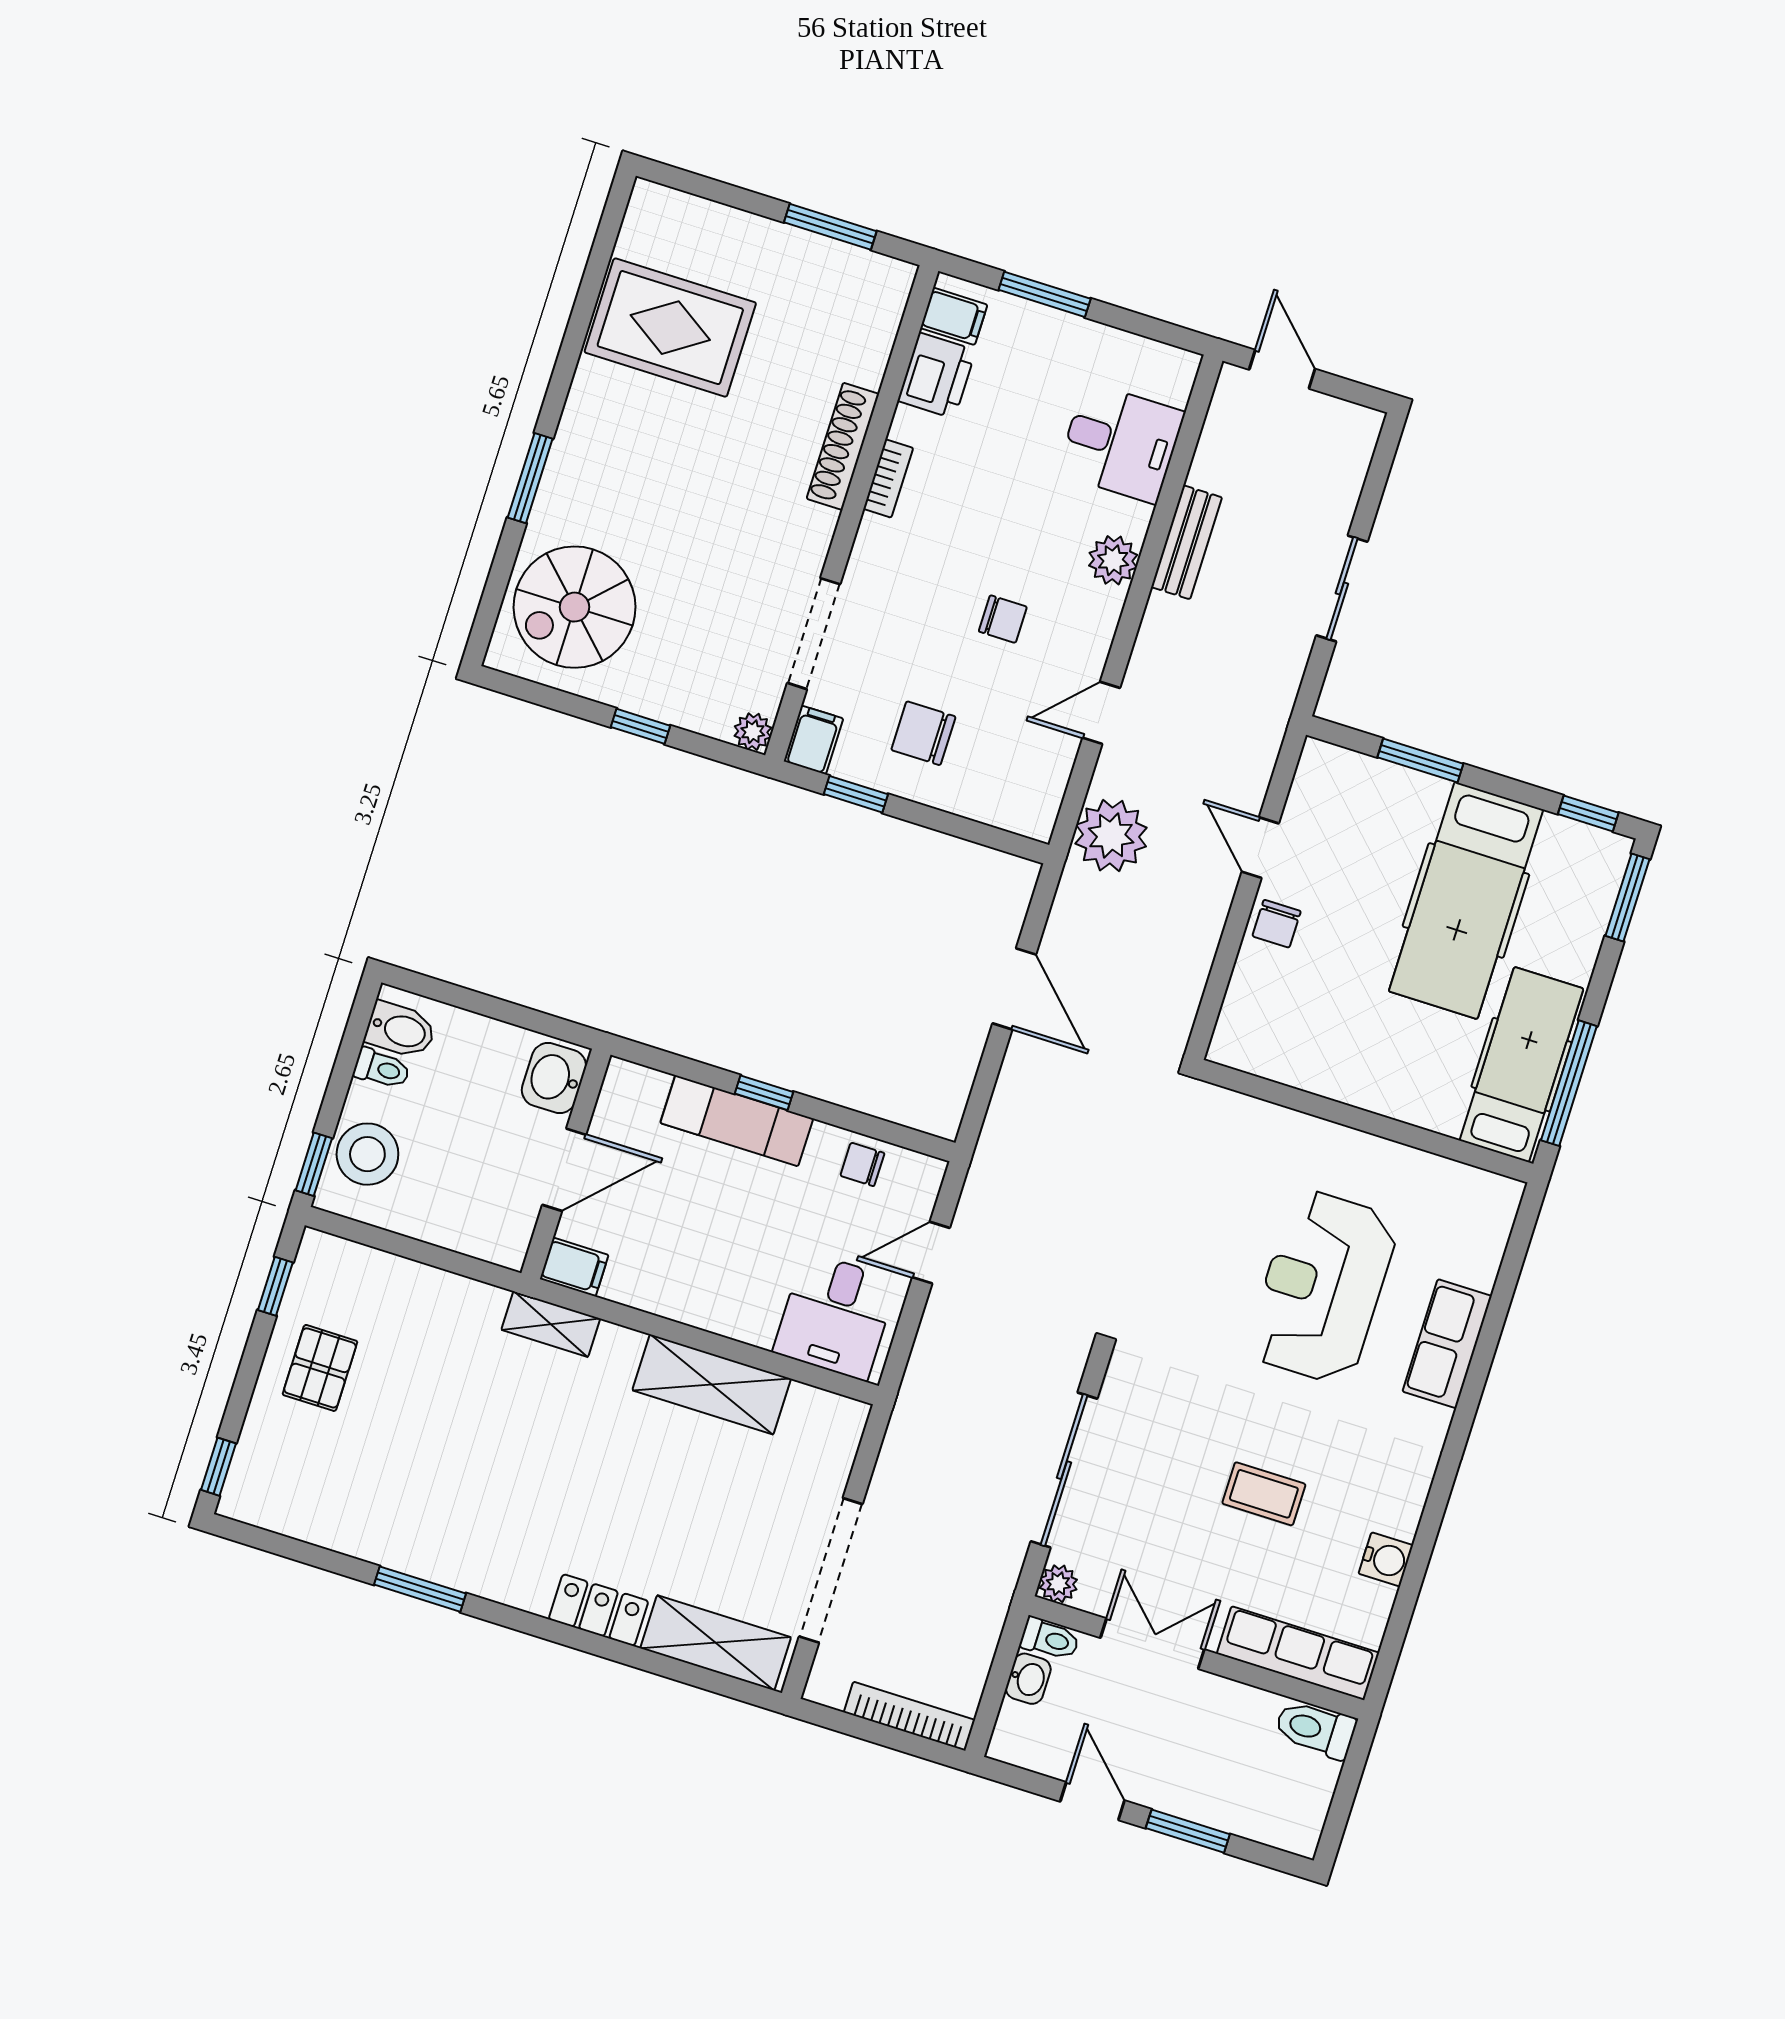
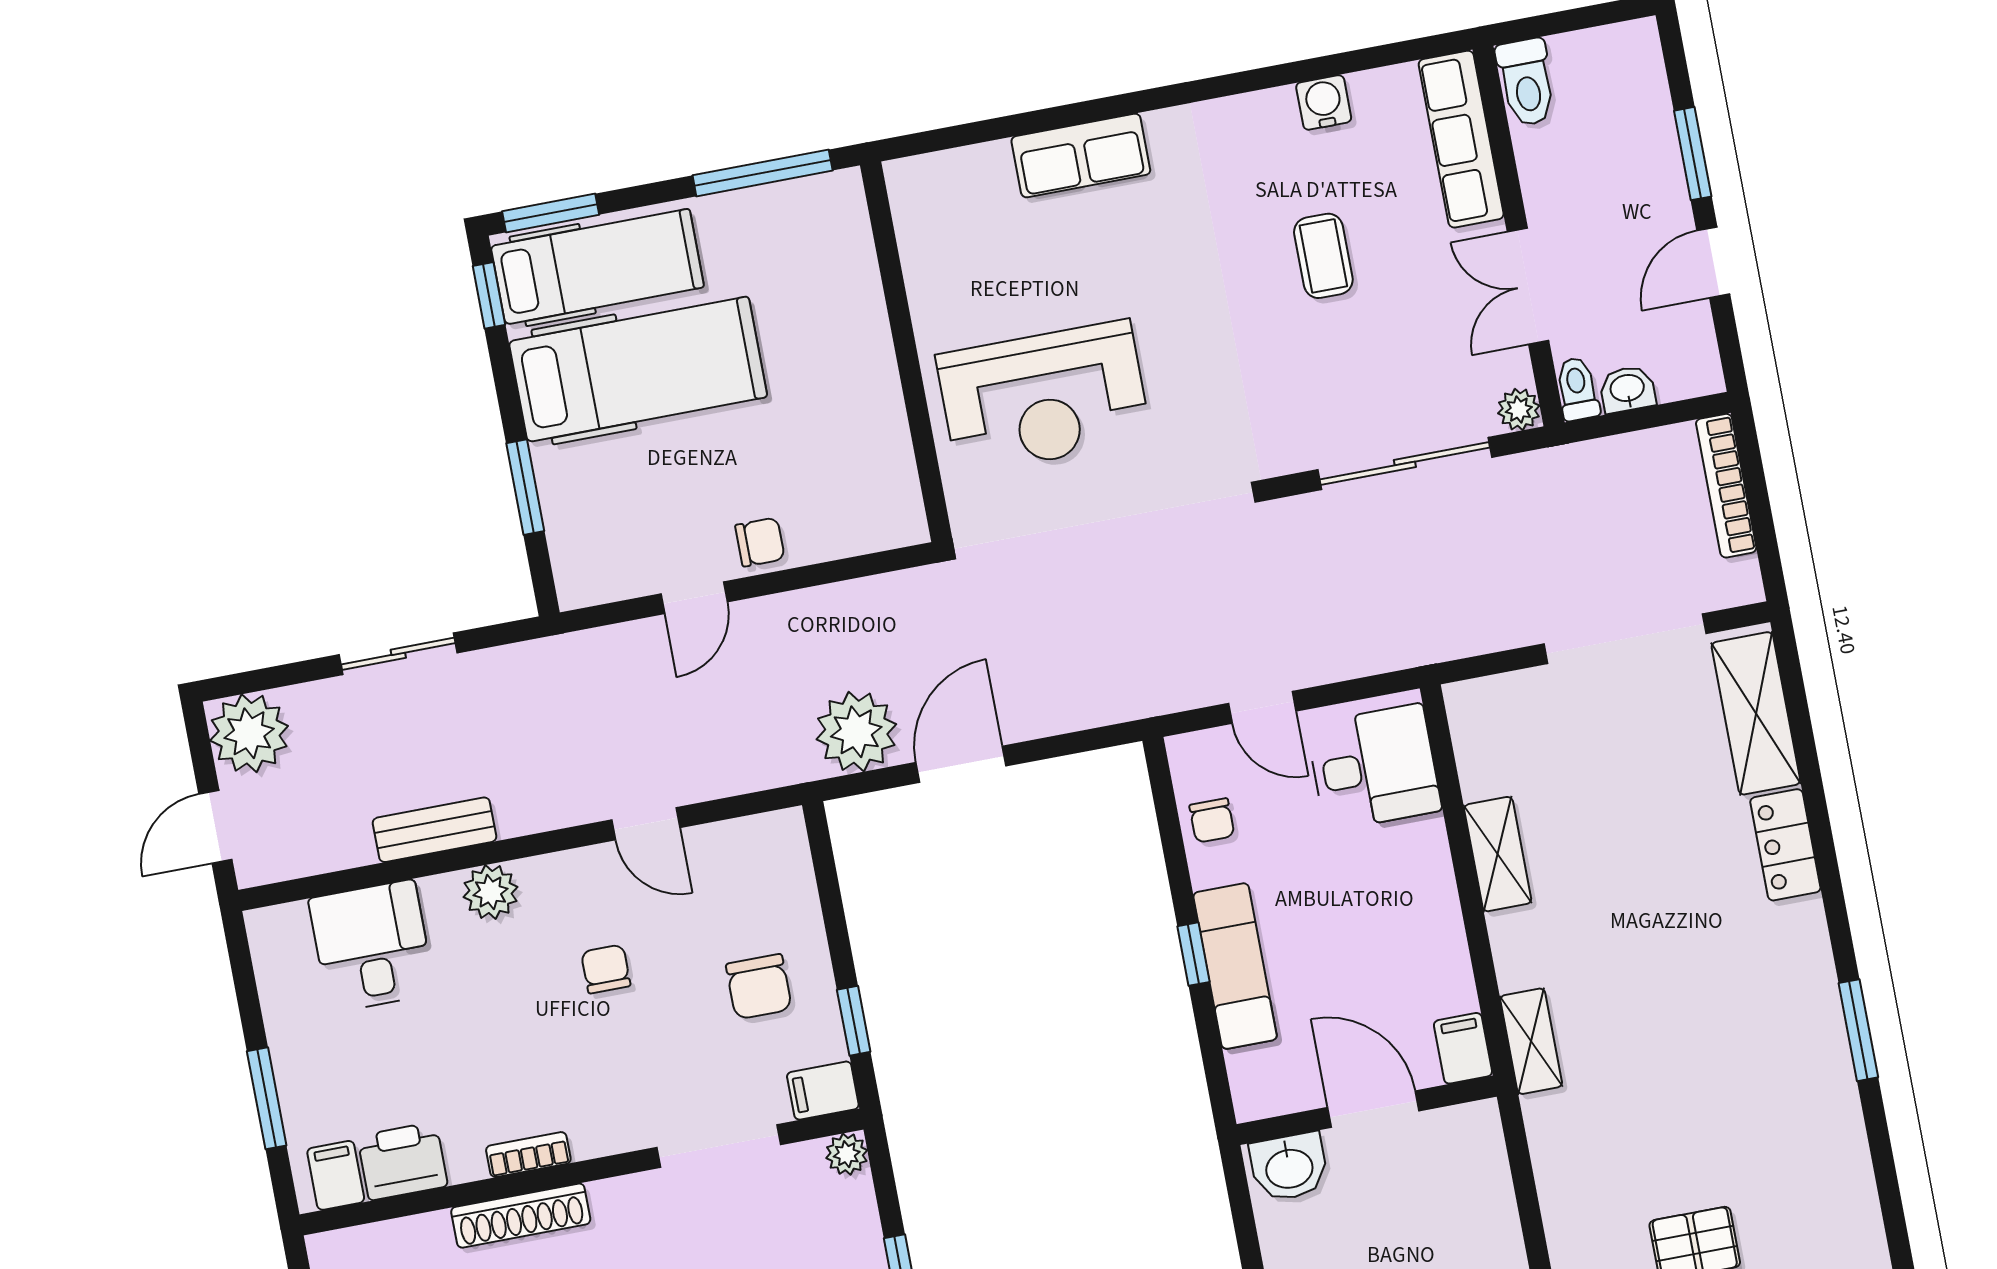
plant: (1342, 436) -> (249, 733), added
plant: (1111, 836) -> (856, 732), moved
hospital bed: (1522, 1065) -> (597, 267), moved, turned 180
reception desk: (1322, 1287) -> (1044, 398), moved
shelving: (712, 1384) -> (1498, 854), width x0.67, depth x0.75

